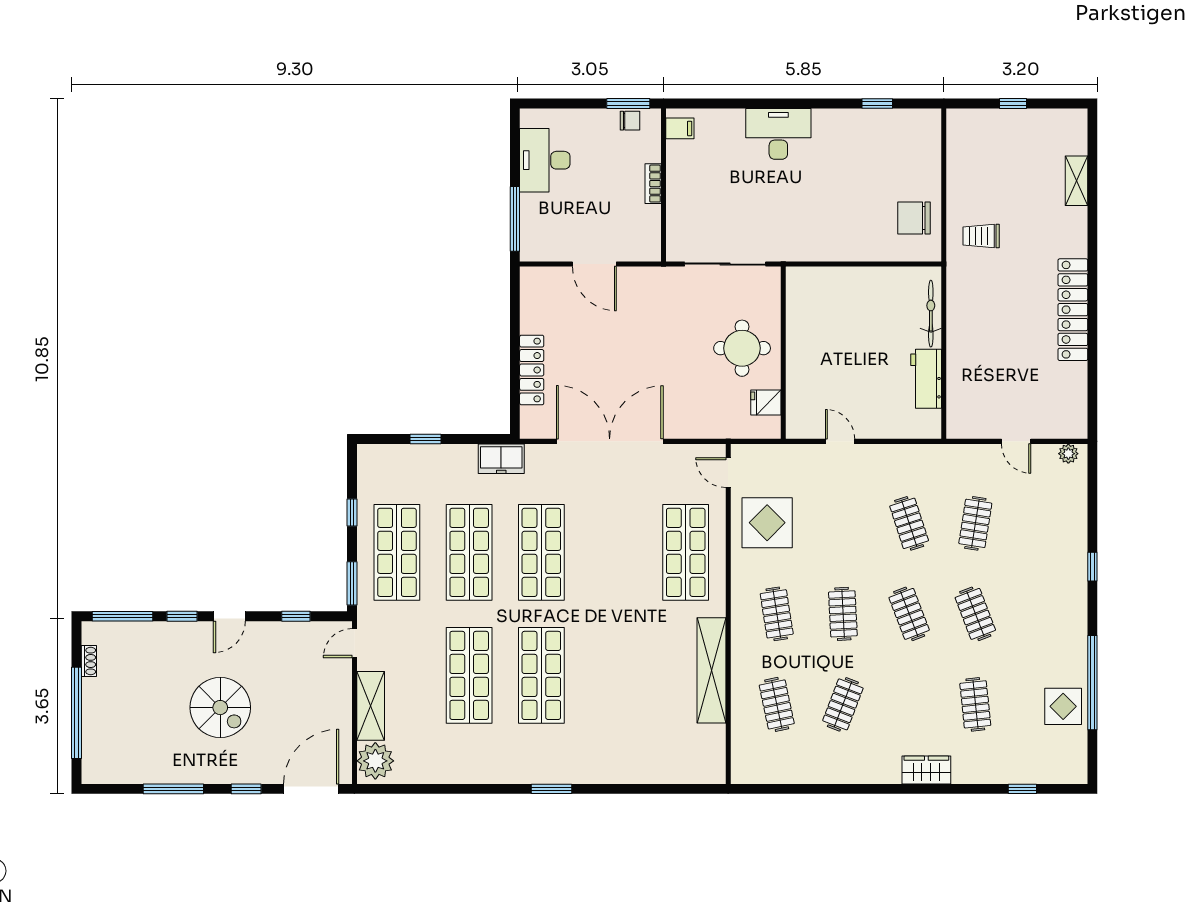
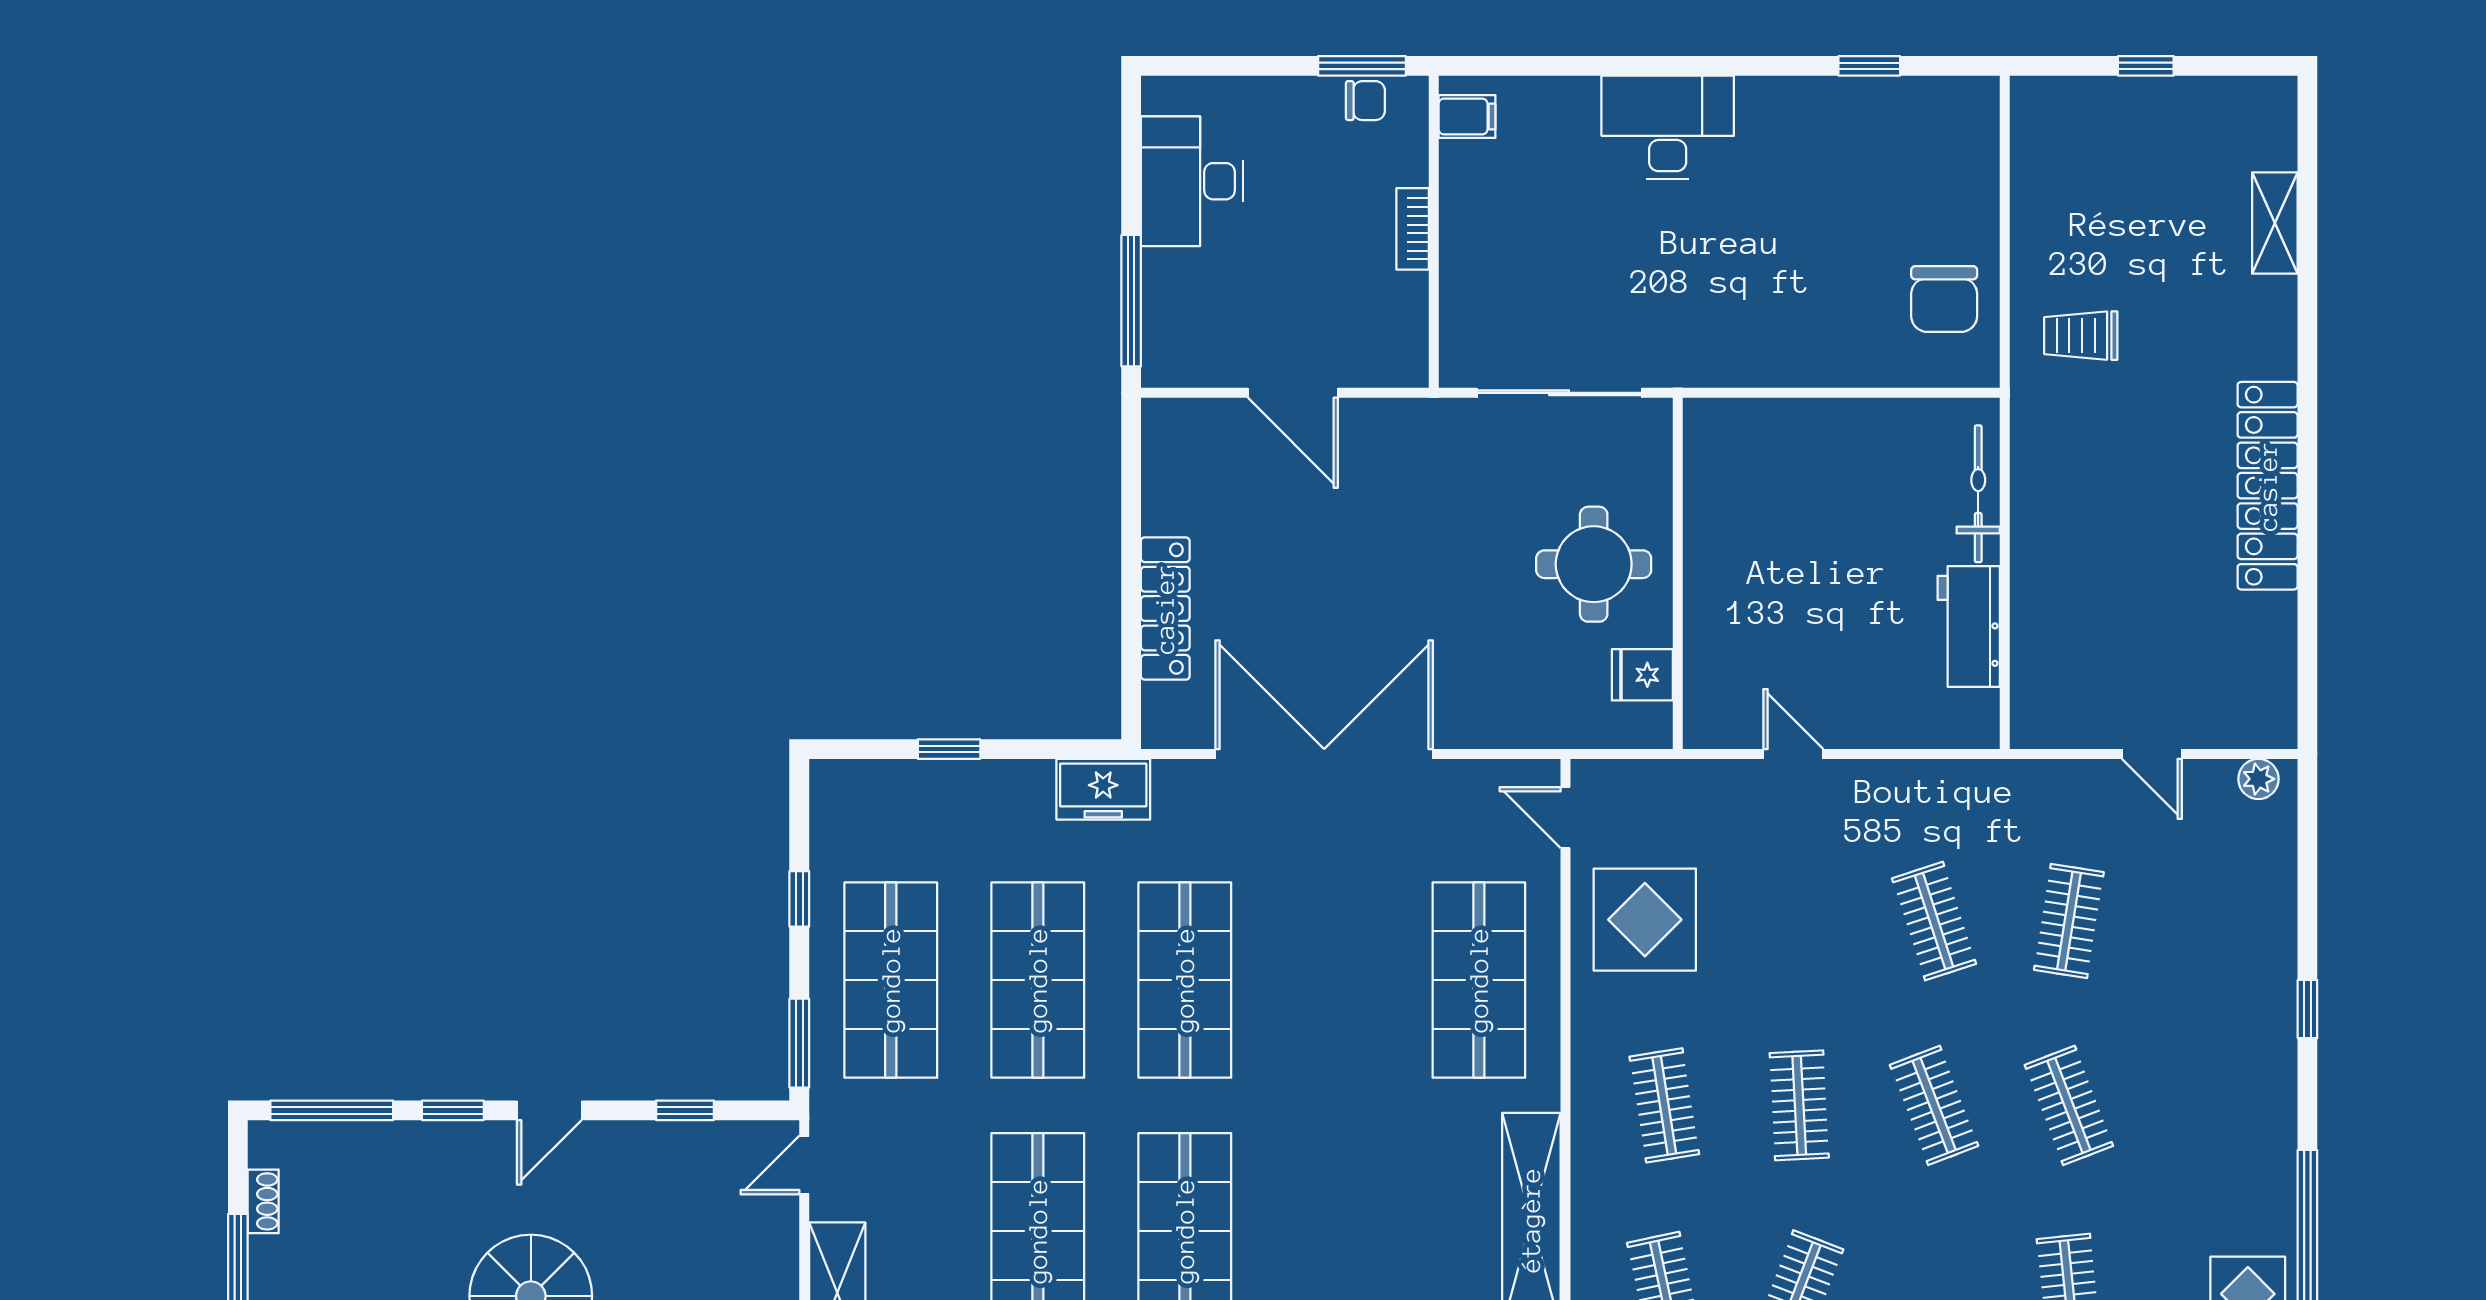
chair: (914, 218) -> (1944, 299), turned -90

